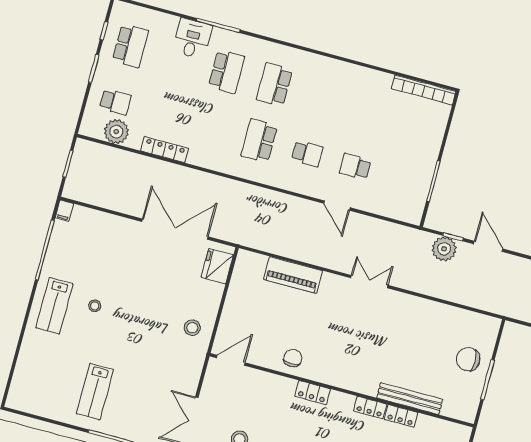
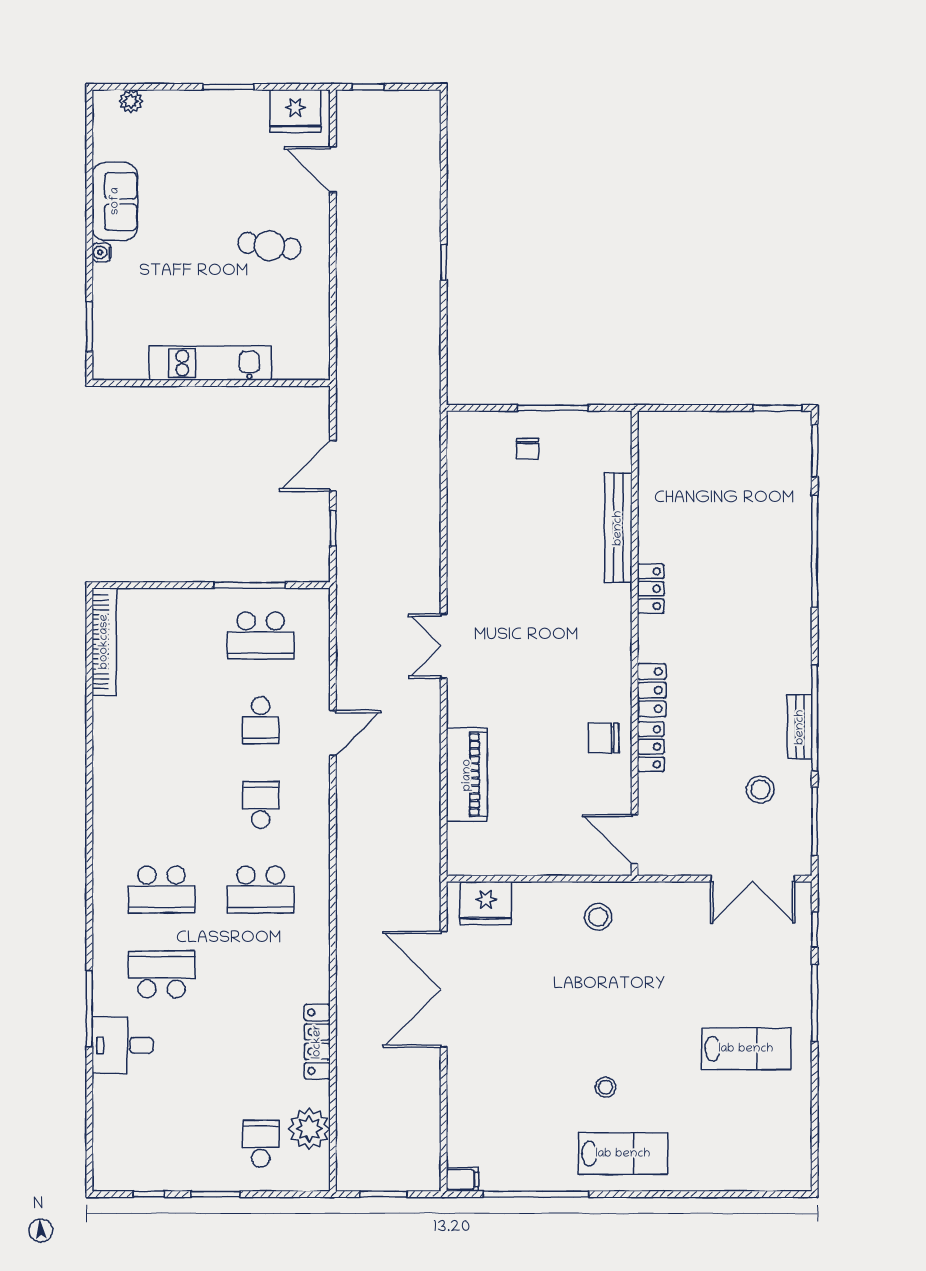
school desk: (130, 46) -> (261, 636), moved, turned 180
plant: (444, 249) -> (357, 537), removed
chair: (468, 359) -> (528, 449), width x0.54, depth x0.54
locker: (401, 416) -> (651, 747), moved

